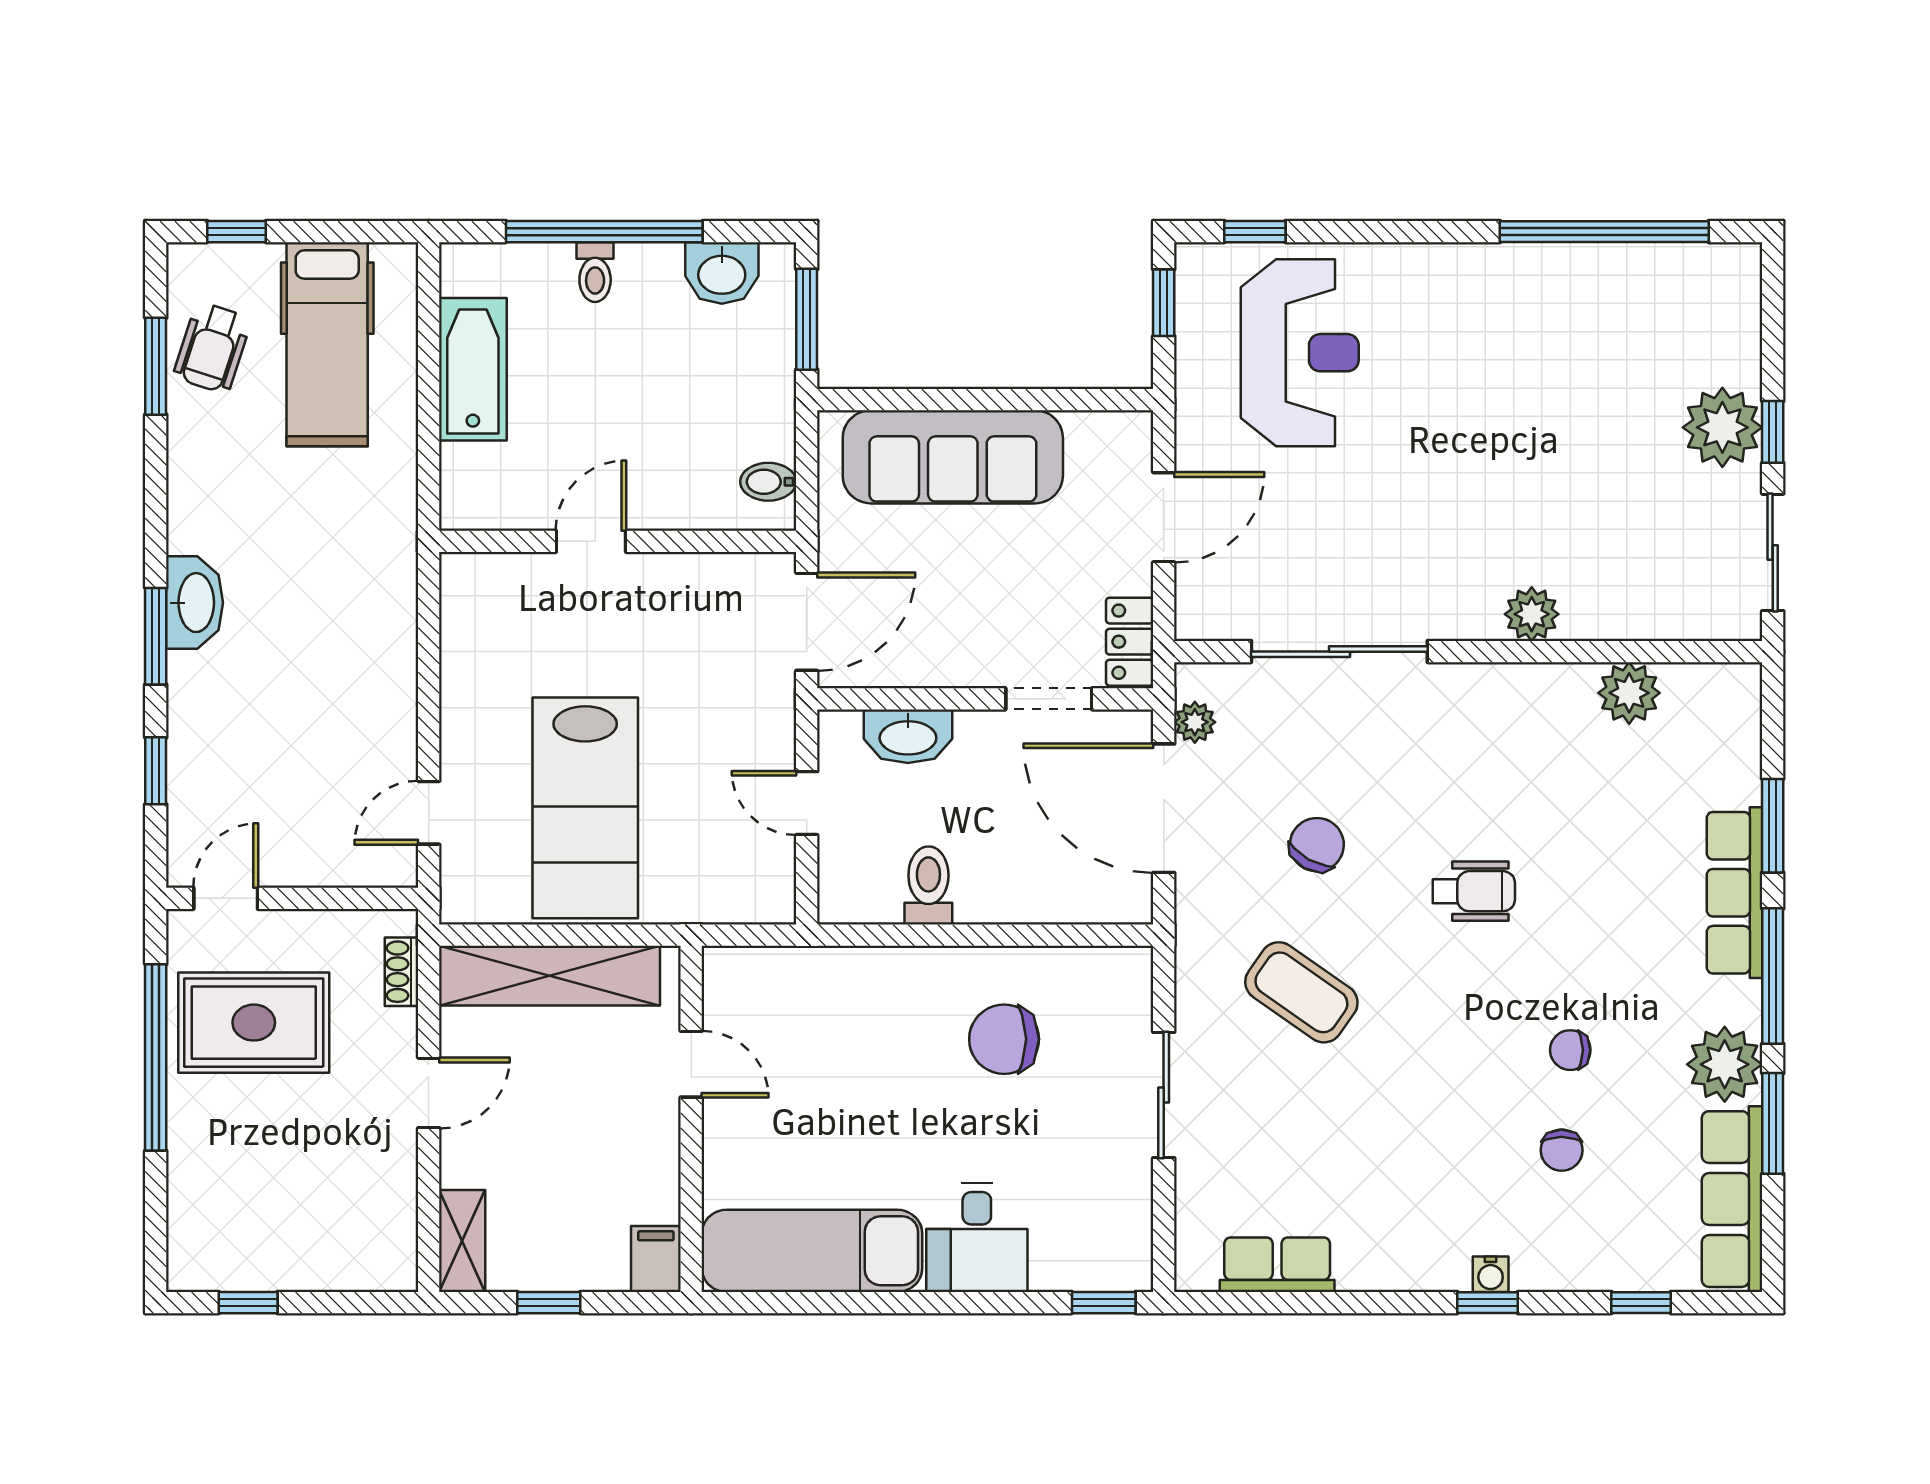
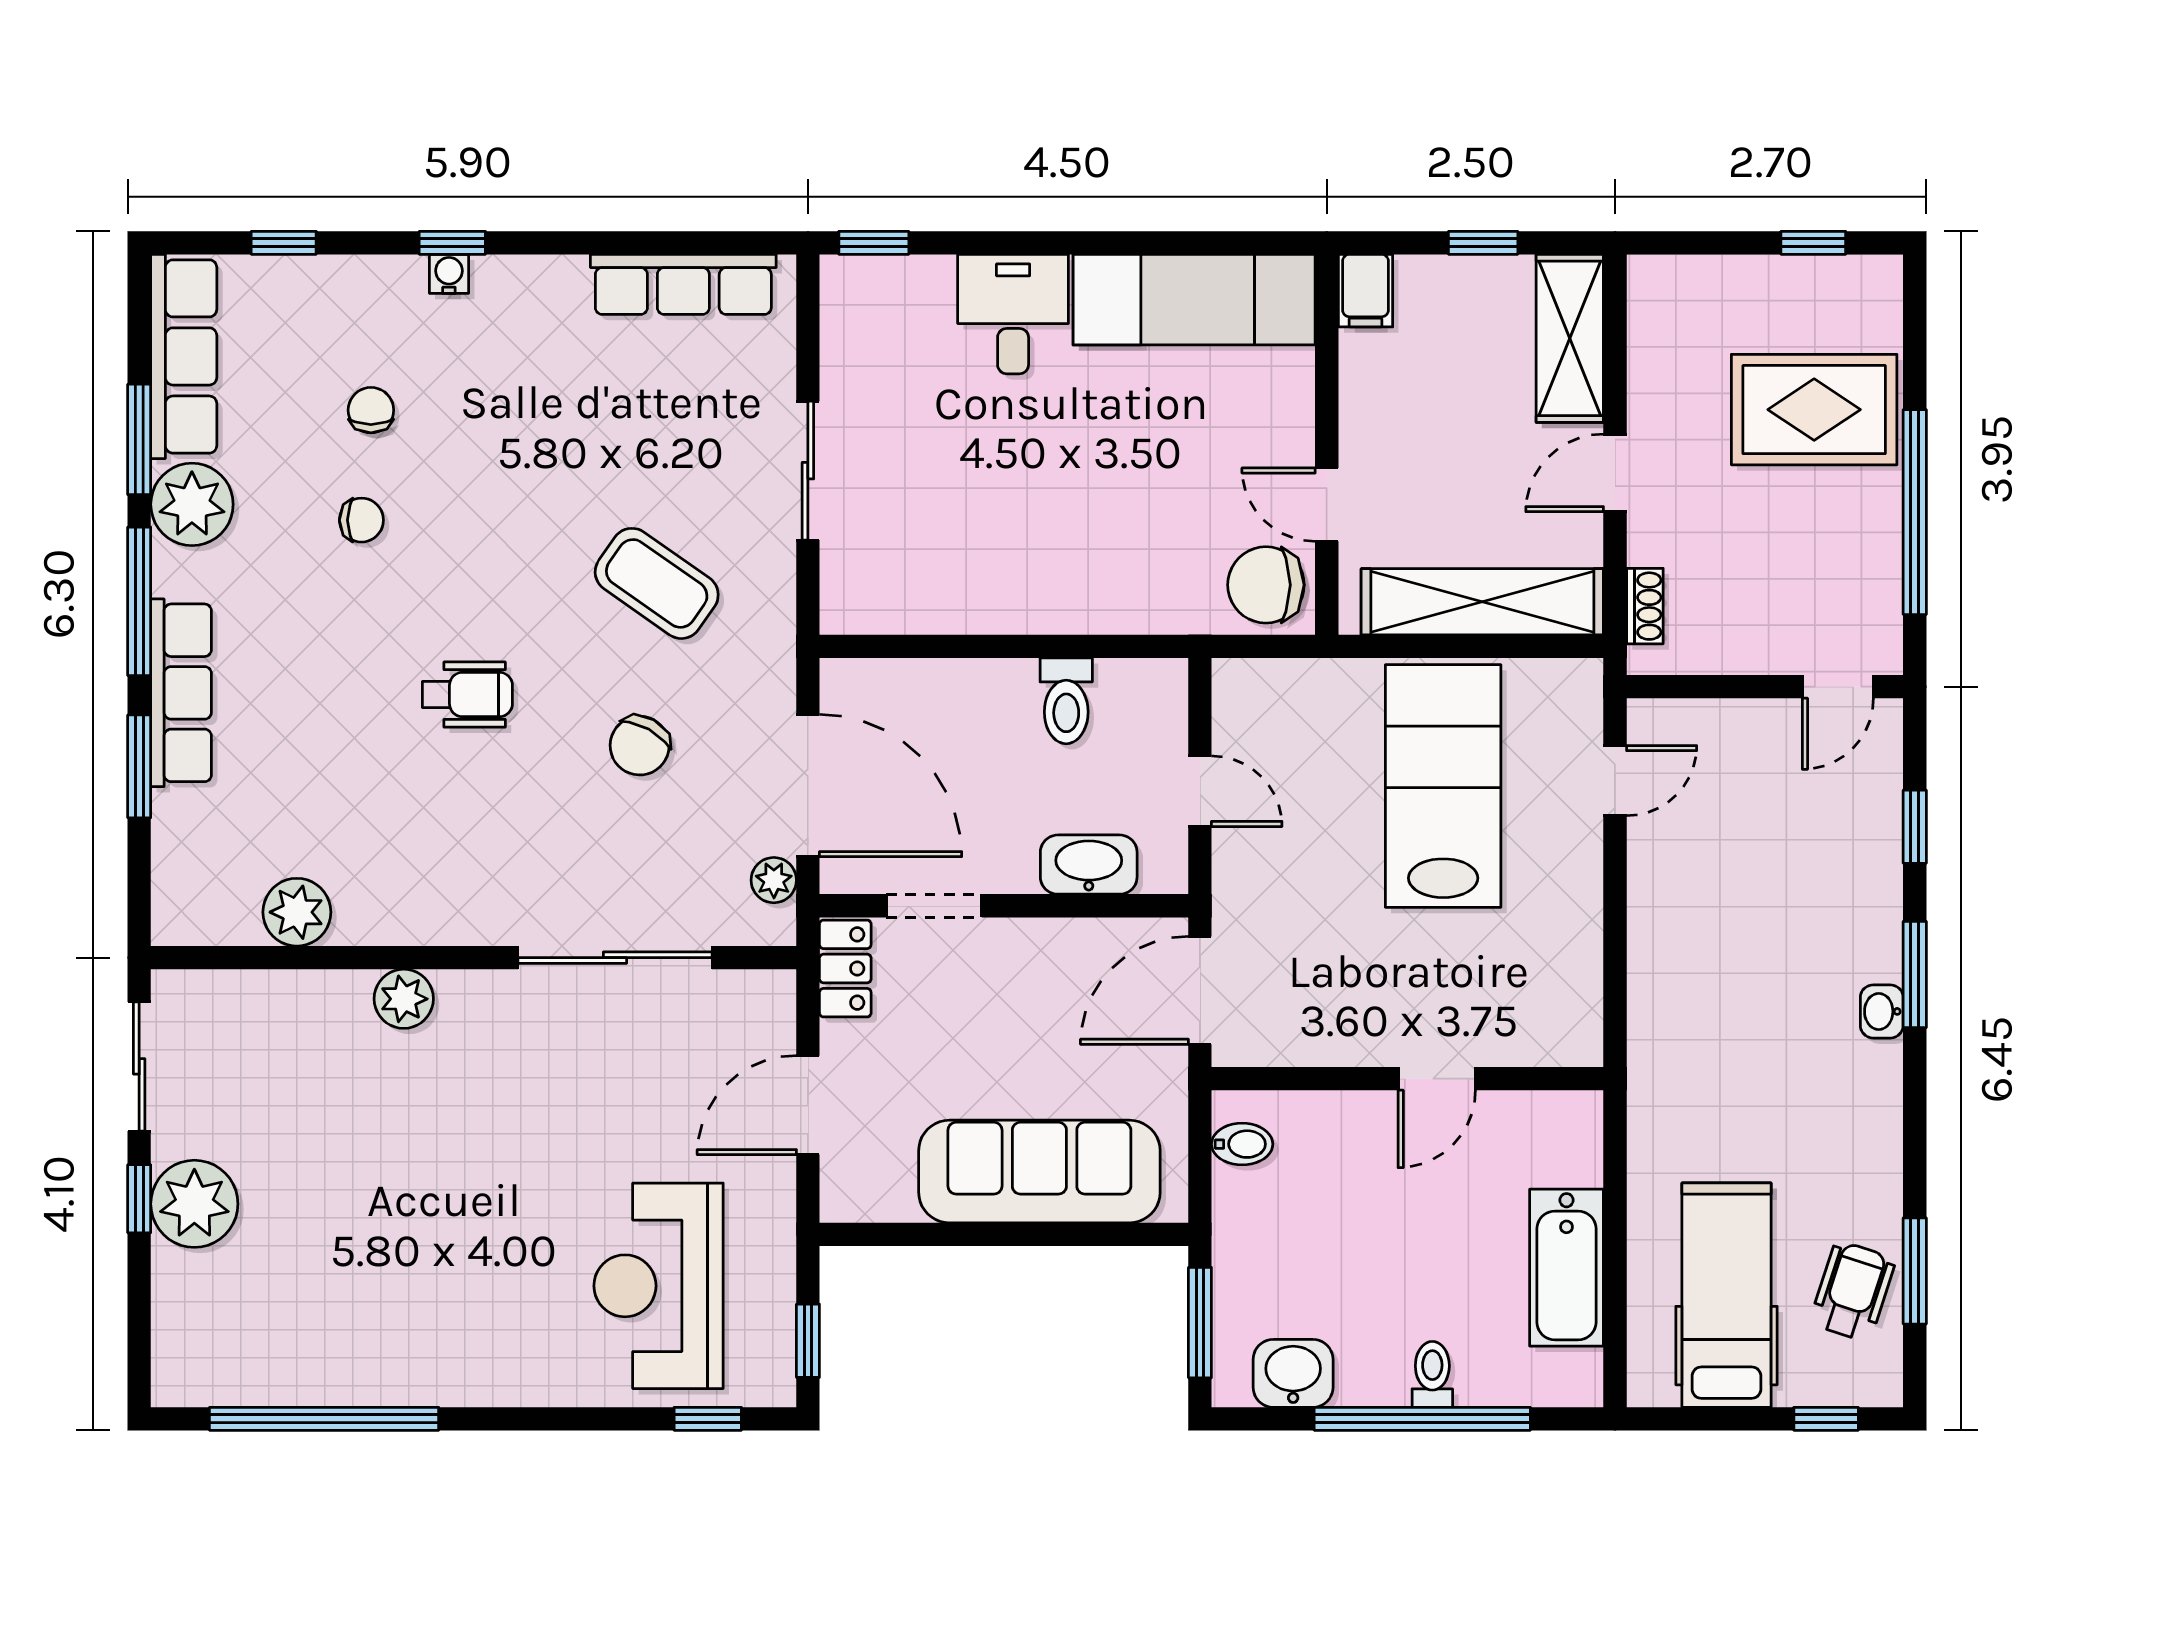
washbasin: (195, 603) -> (1882, 1011), width x0.52, depth x0.69
wheelchair: (1474, 891) -> (467, 695), turned 180
rug: (254, 1023) -> (1814, 410), moved
chair: (1004, 1039) -> (1266, 585), moved, turned 180
shelving: (462, 1241) -> (1570, 338), width x1.50, depth x1.33
row of seats: (1277, 1265) -> (683, 284), width x1.48

